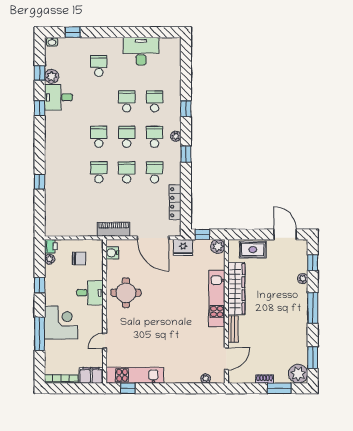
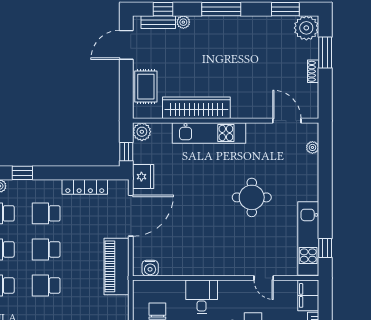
piano: (114, 229) -> (117, 266), width x1.37, depth x1.33
round table: (126, 293) -> (252, 197), moved
bench: (233, 329) -> (158, 22), moved

